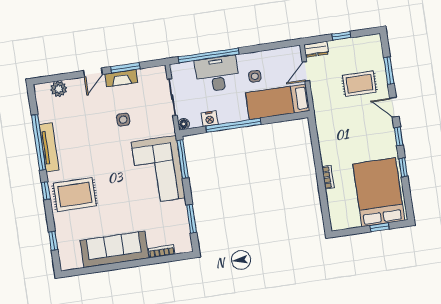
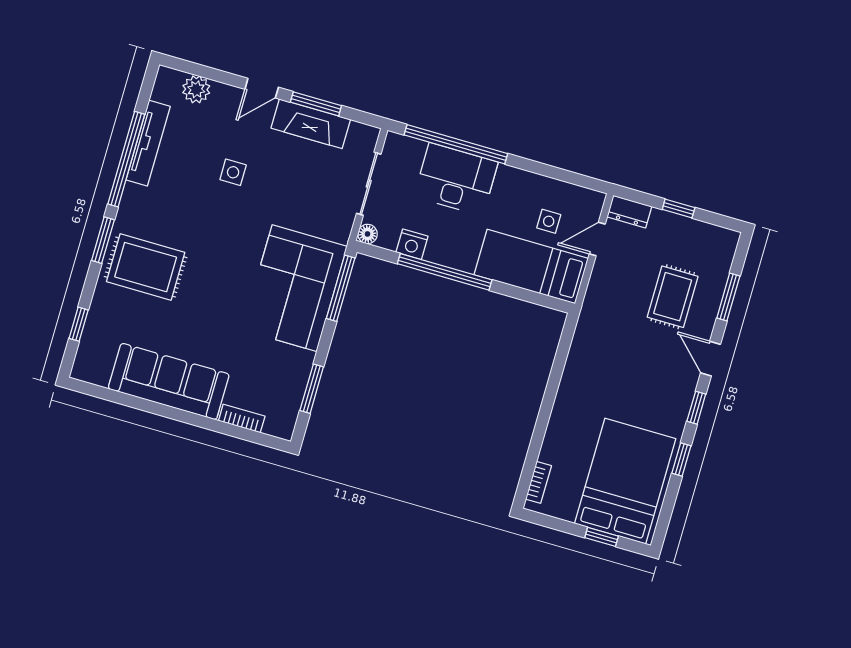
side table: (255, 76) -> (549, 221), moved
fireplace: (121, 78) -> (311, 124), width x1.37, depth x1.32
rug: (359, 84) -> (673, 297), turned 90
side table: (123, 120) -> (233, 172), moved
tv unit: (49, 147) -> (148, 143), moved
bookcase: (328, 177) -> (538, 482), moved
window: (46, 191) -> (103, 240), width x1.50

